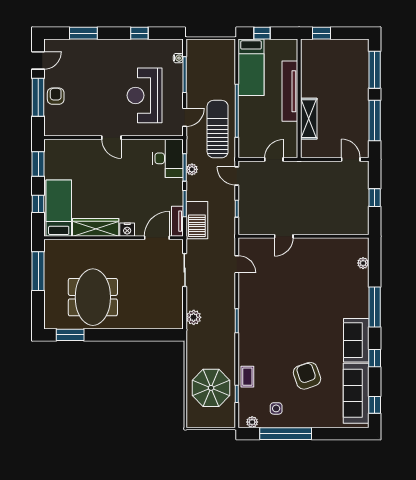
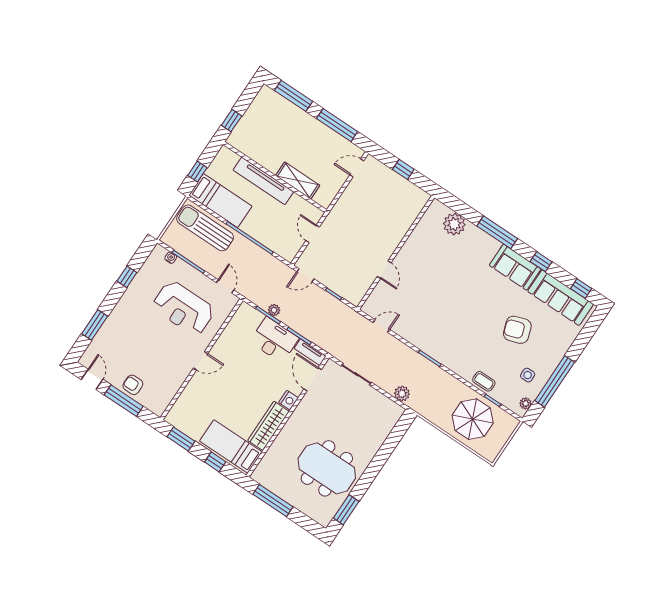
sun lounger: (218, 129) -> (205, 228), moved
desk: (168, 158) -> (274, 340), moved
barbecue: (197, 220) -> (320, 335), removed
plant: (363, 263) -> (454, 224), width x1.88, depth x1.88

